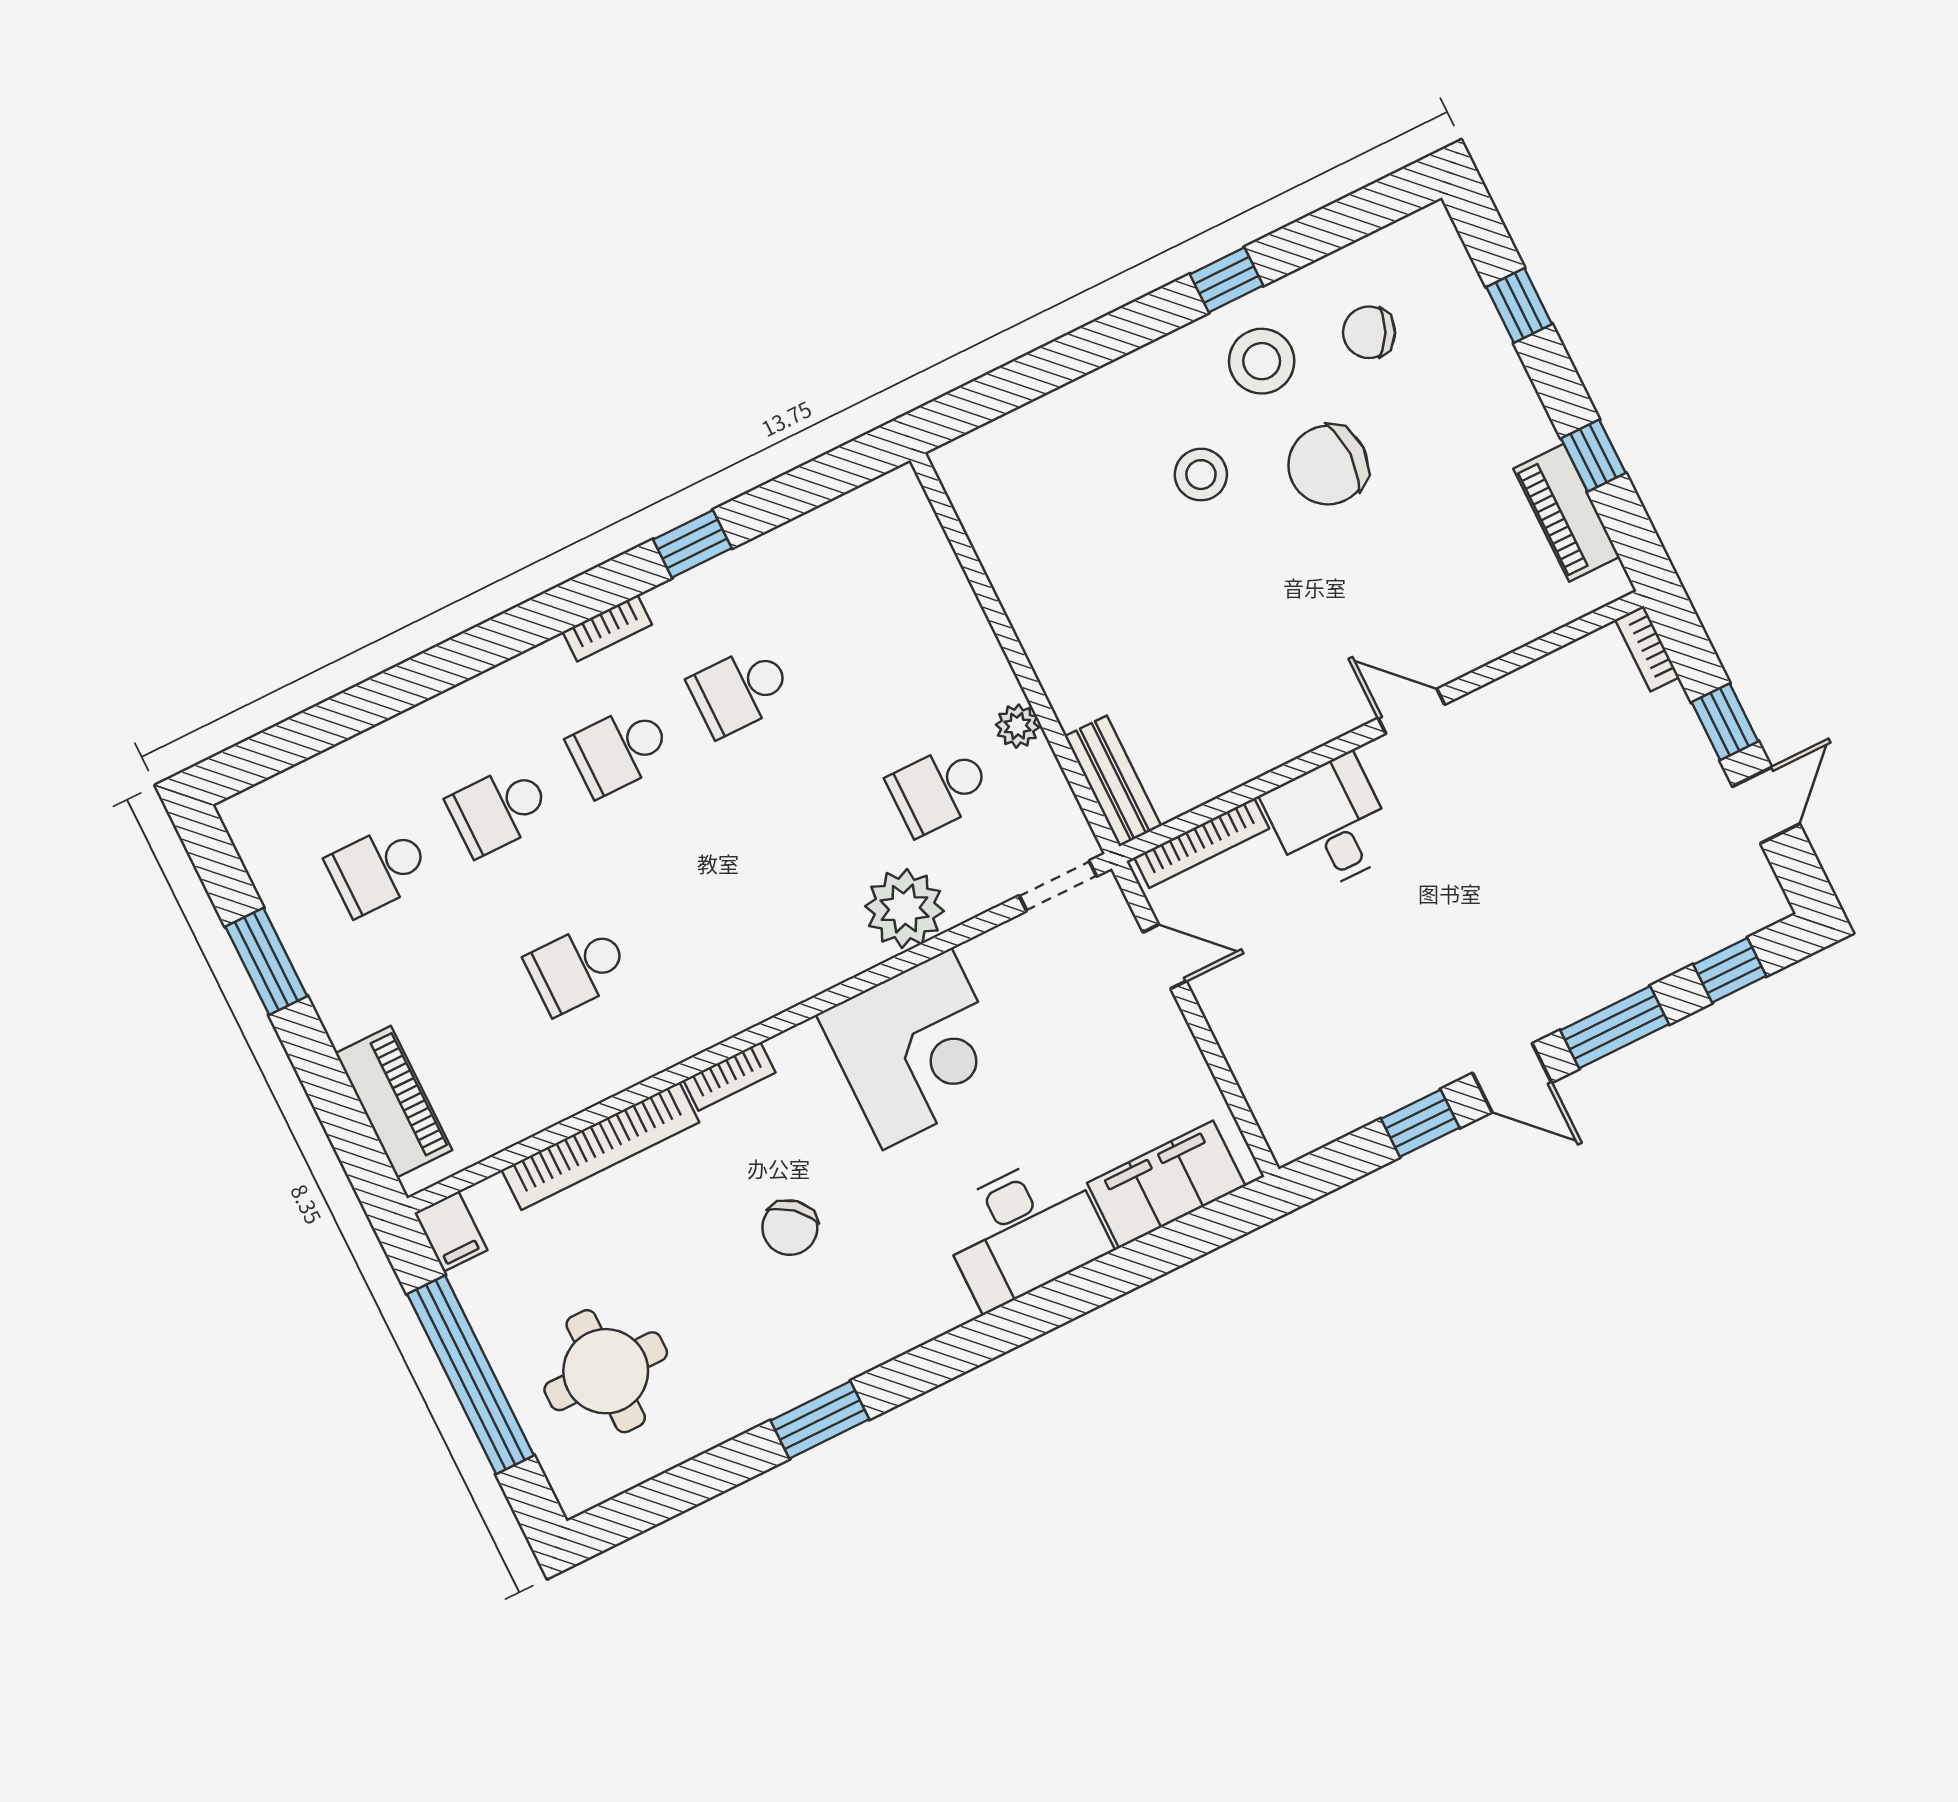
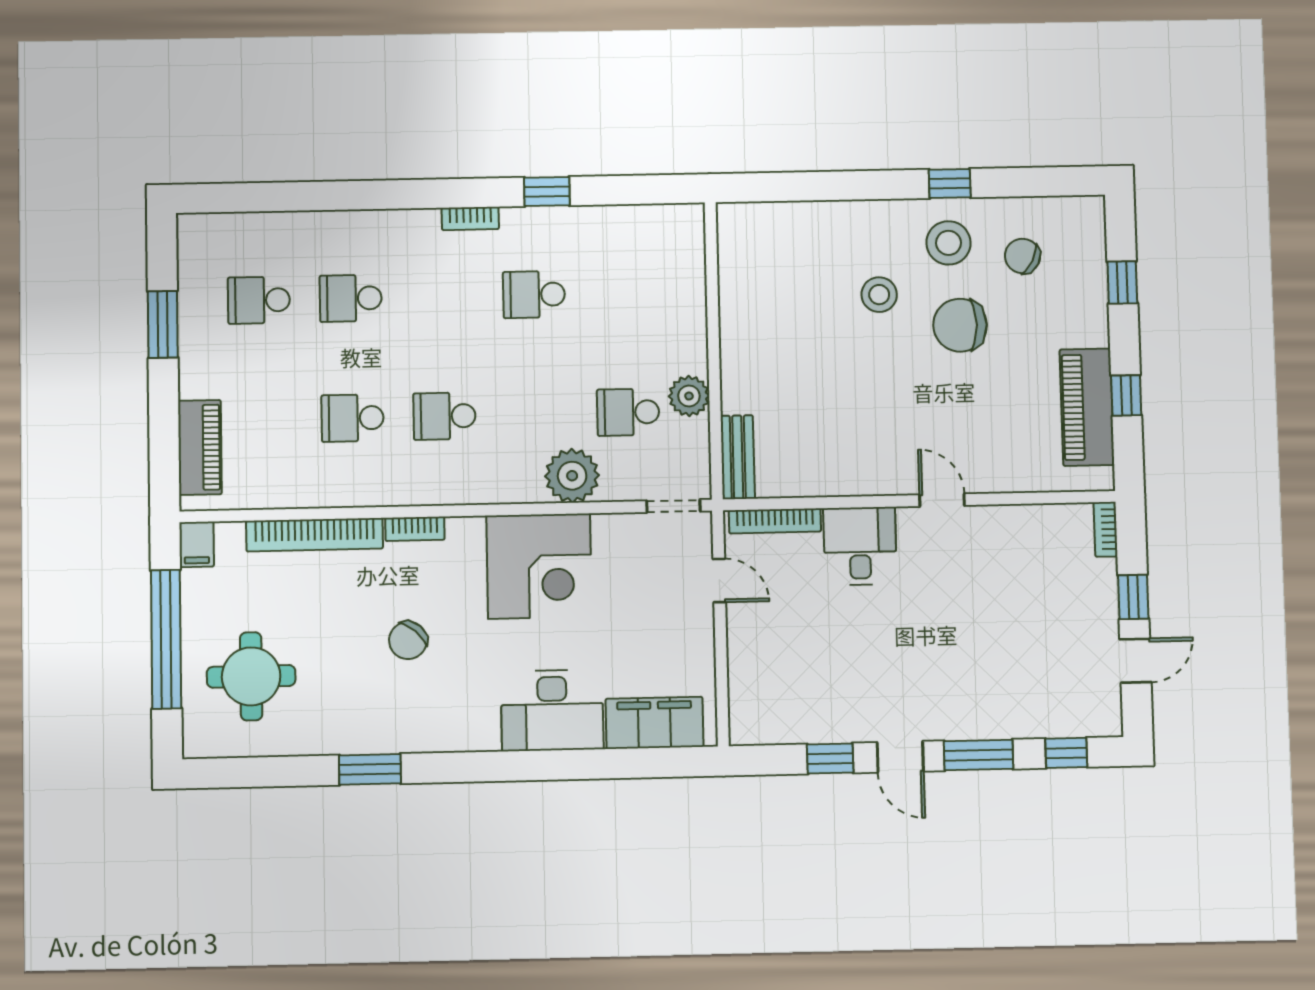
piano: (1566, 513) -> (1087, 407), width x1.37, depth x1.33
plant: (1017, 726) -> (689, 396), width x1.38, depth x1.38
school desk: (620, 750) -> (445, 416), moved

